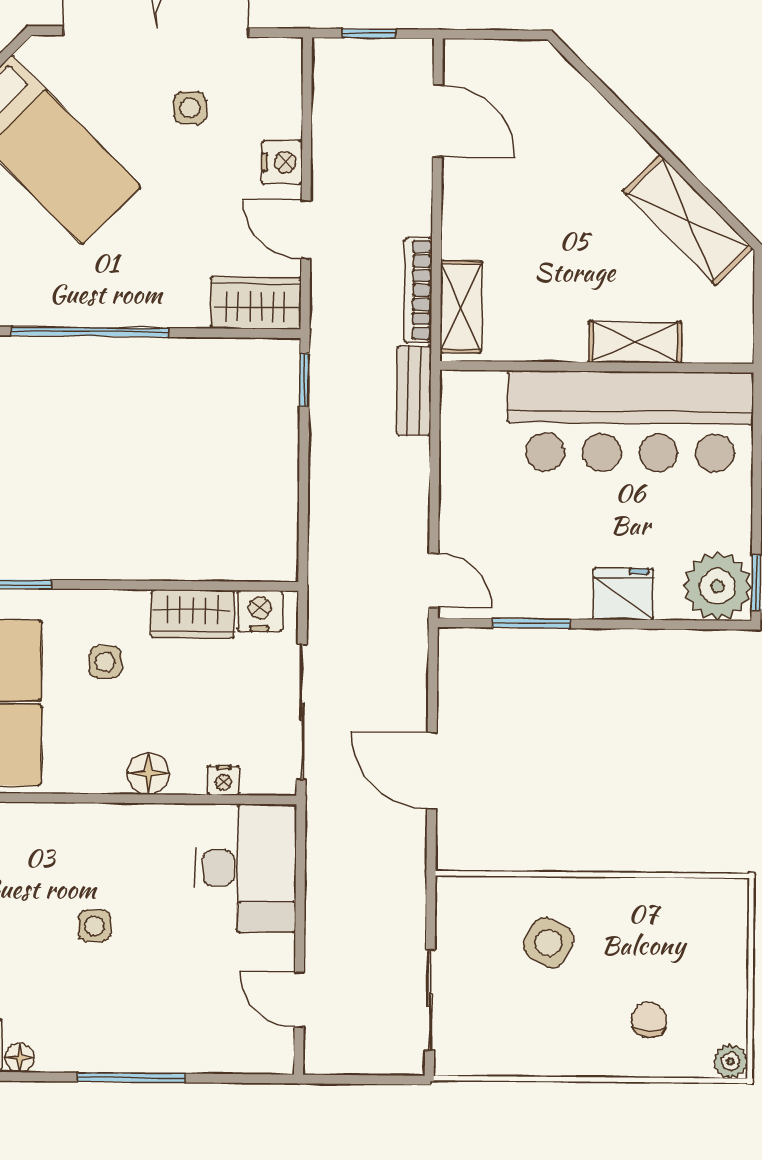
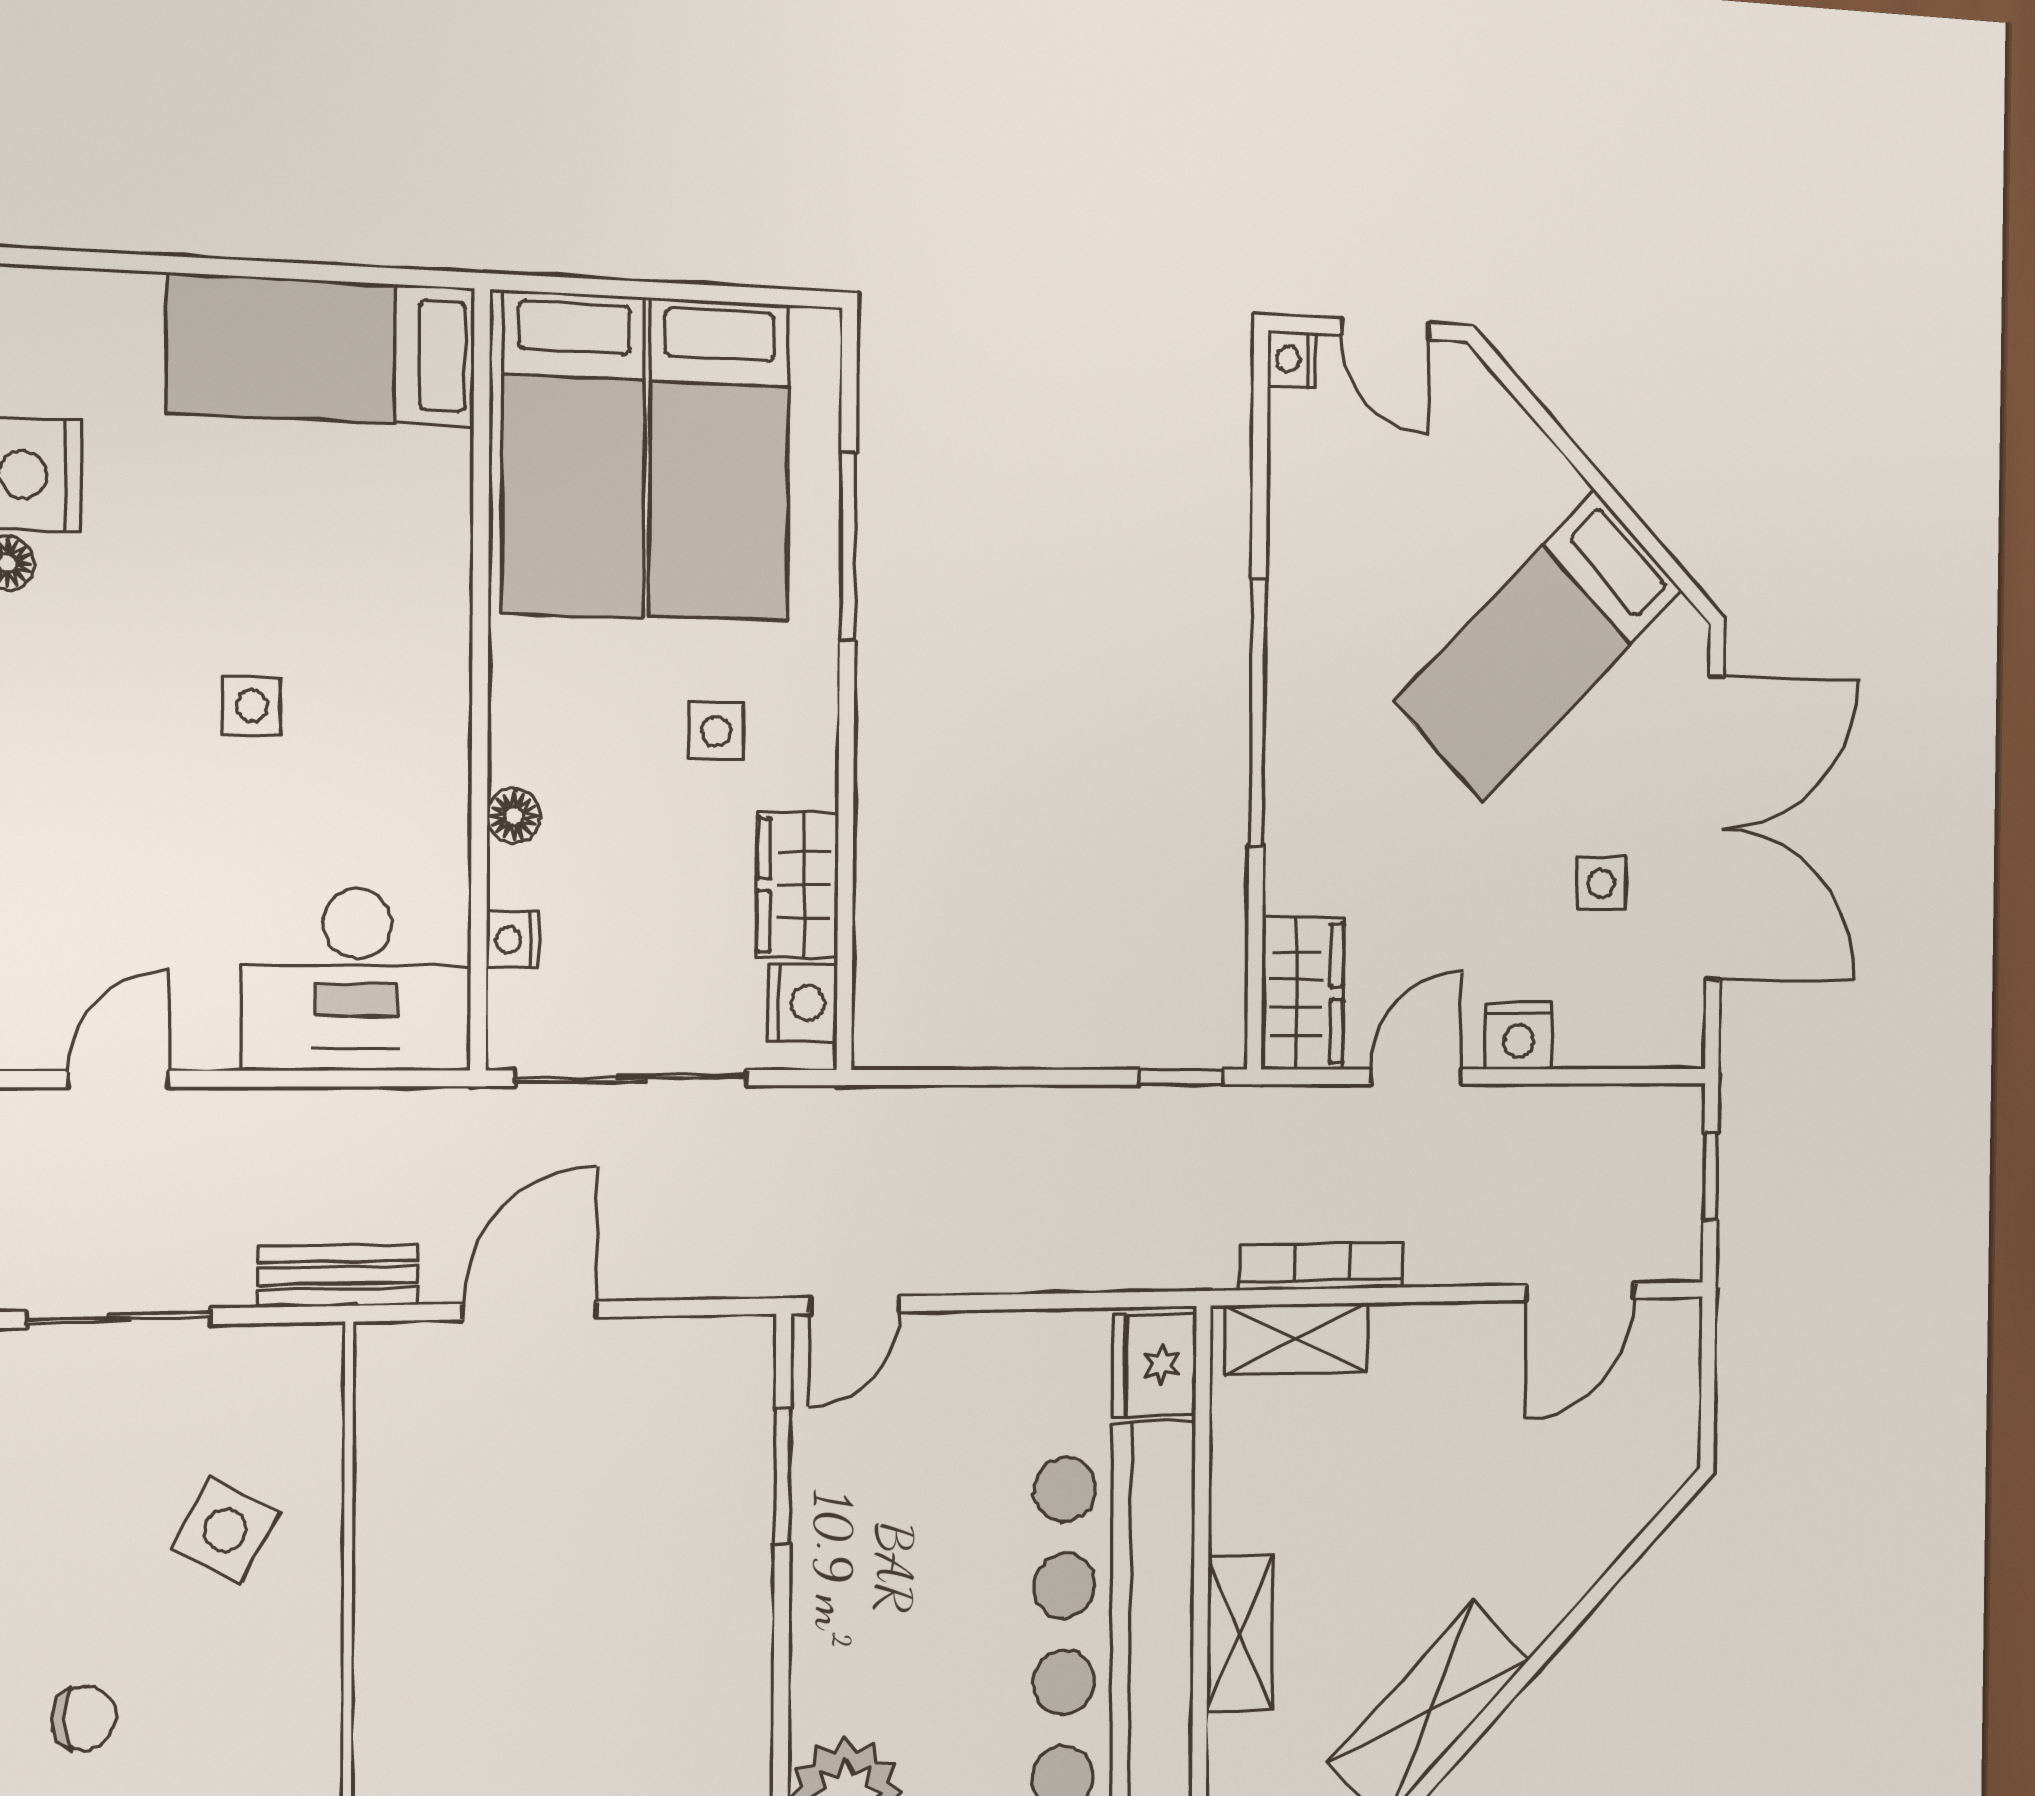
bench: (414, 391) -> (338, 1275), moved
fridge: (623, 594) -> (1155, 1365), moved, turned 180
floor lamp: (148, 773) -> (514, 816), width x0.73, depth x0.73

